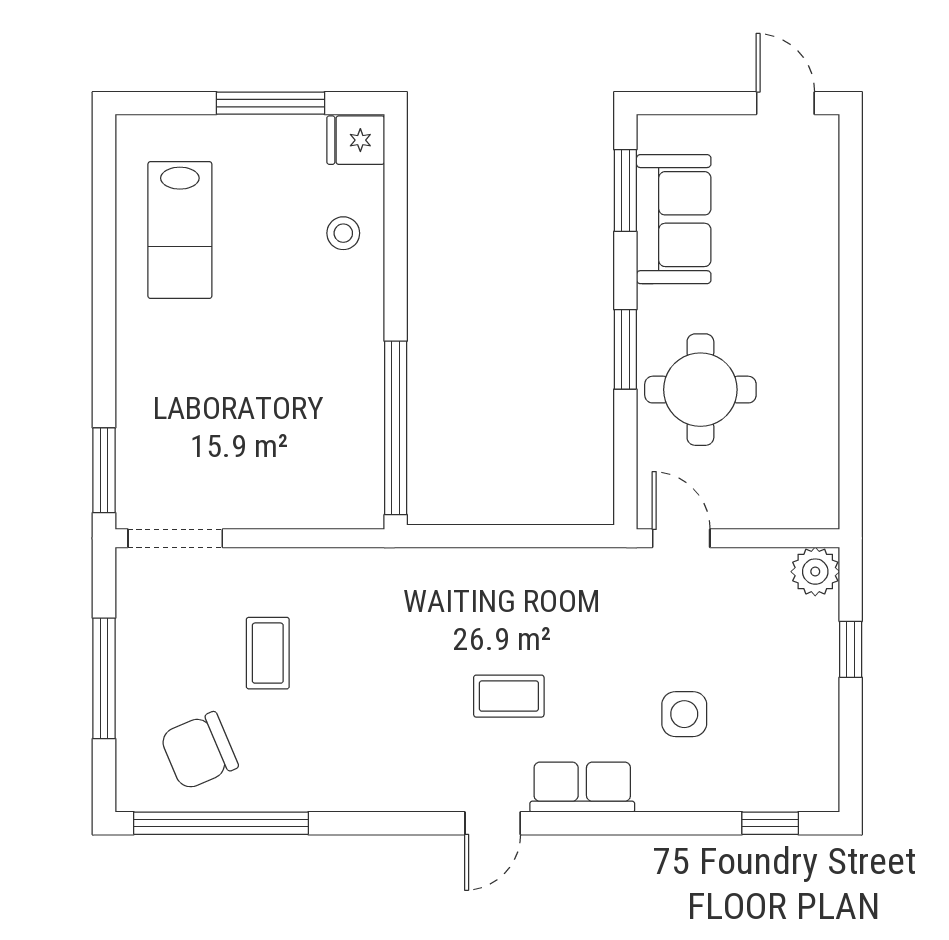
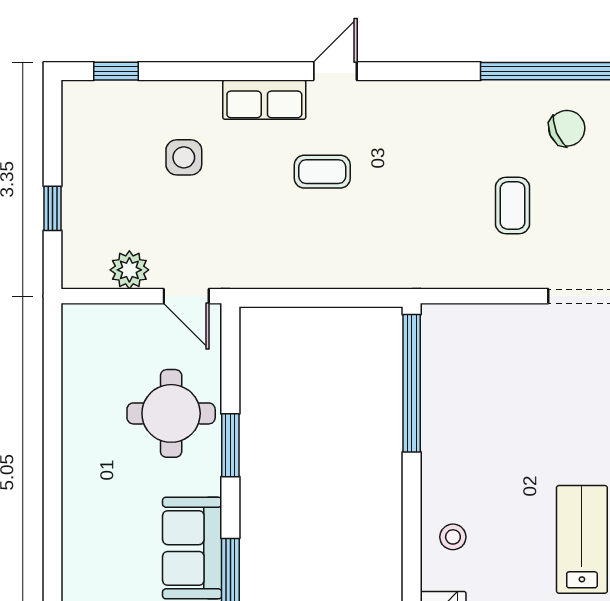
plant: (815, 572) -> (129, 270), moved
chair: (199, 751) -> (567, 128), width x0.73, depth x0.73

